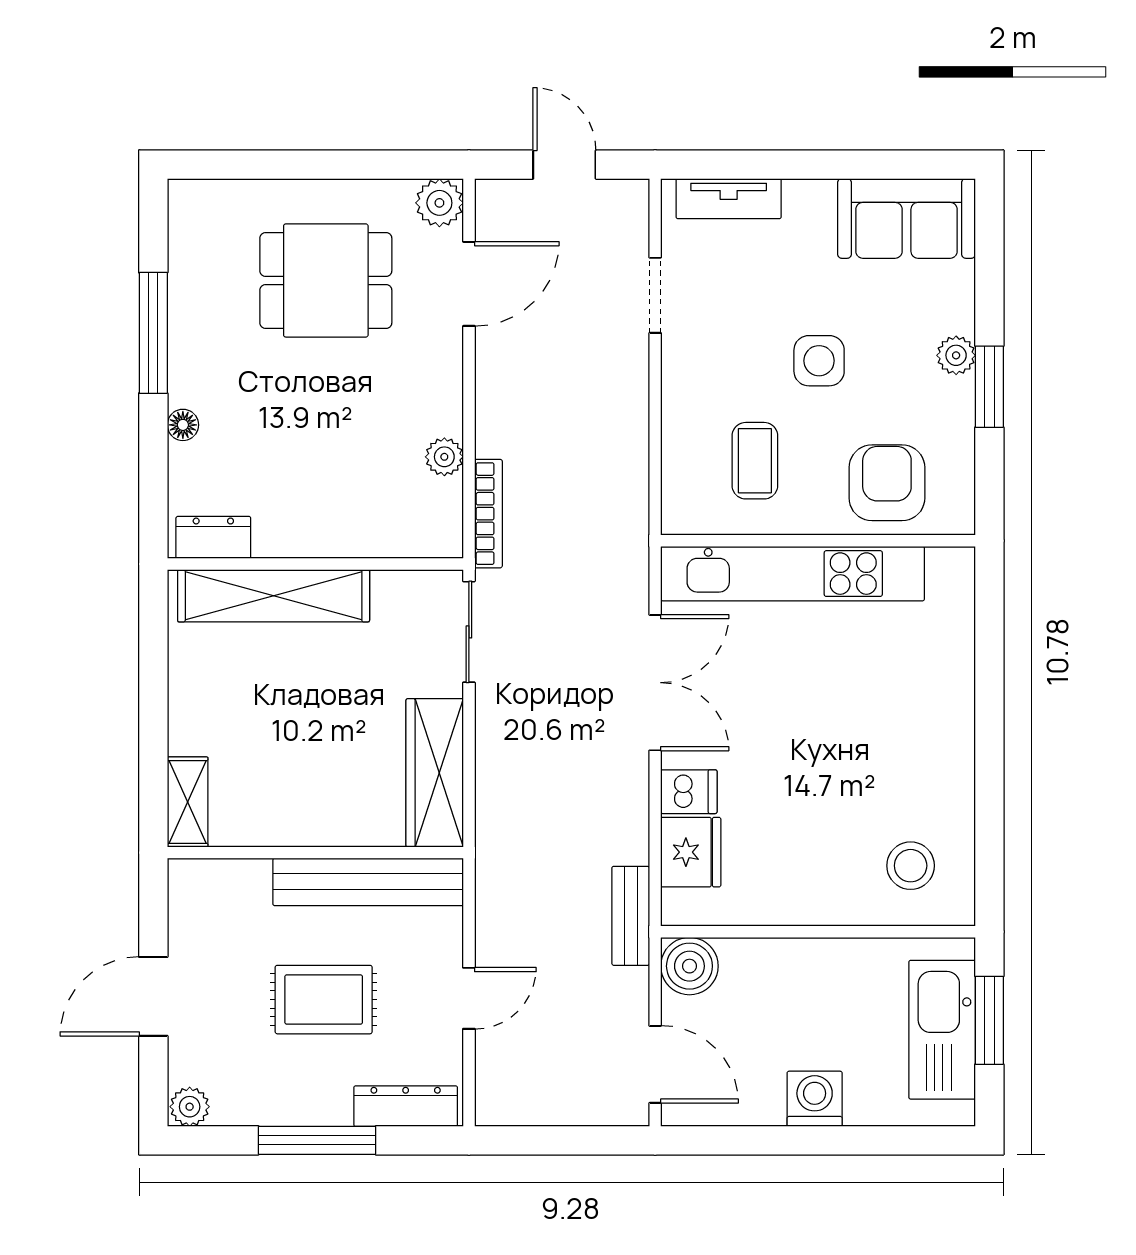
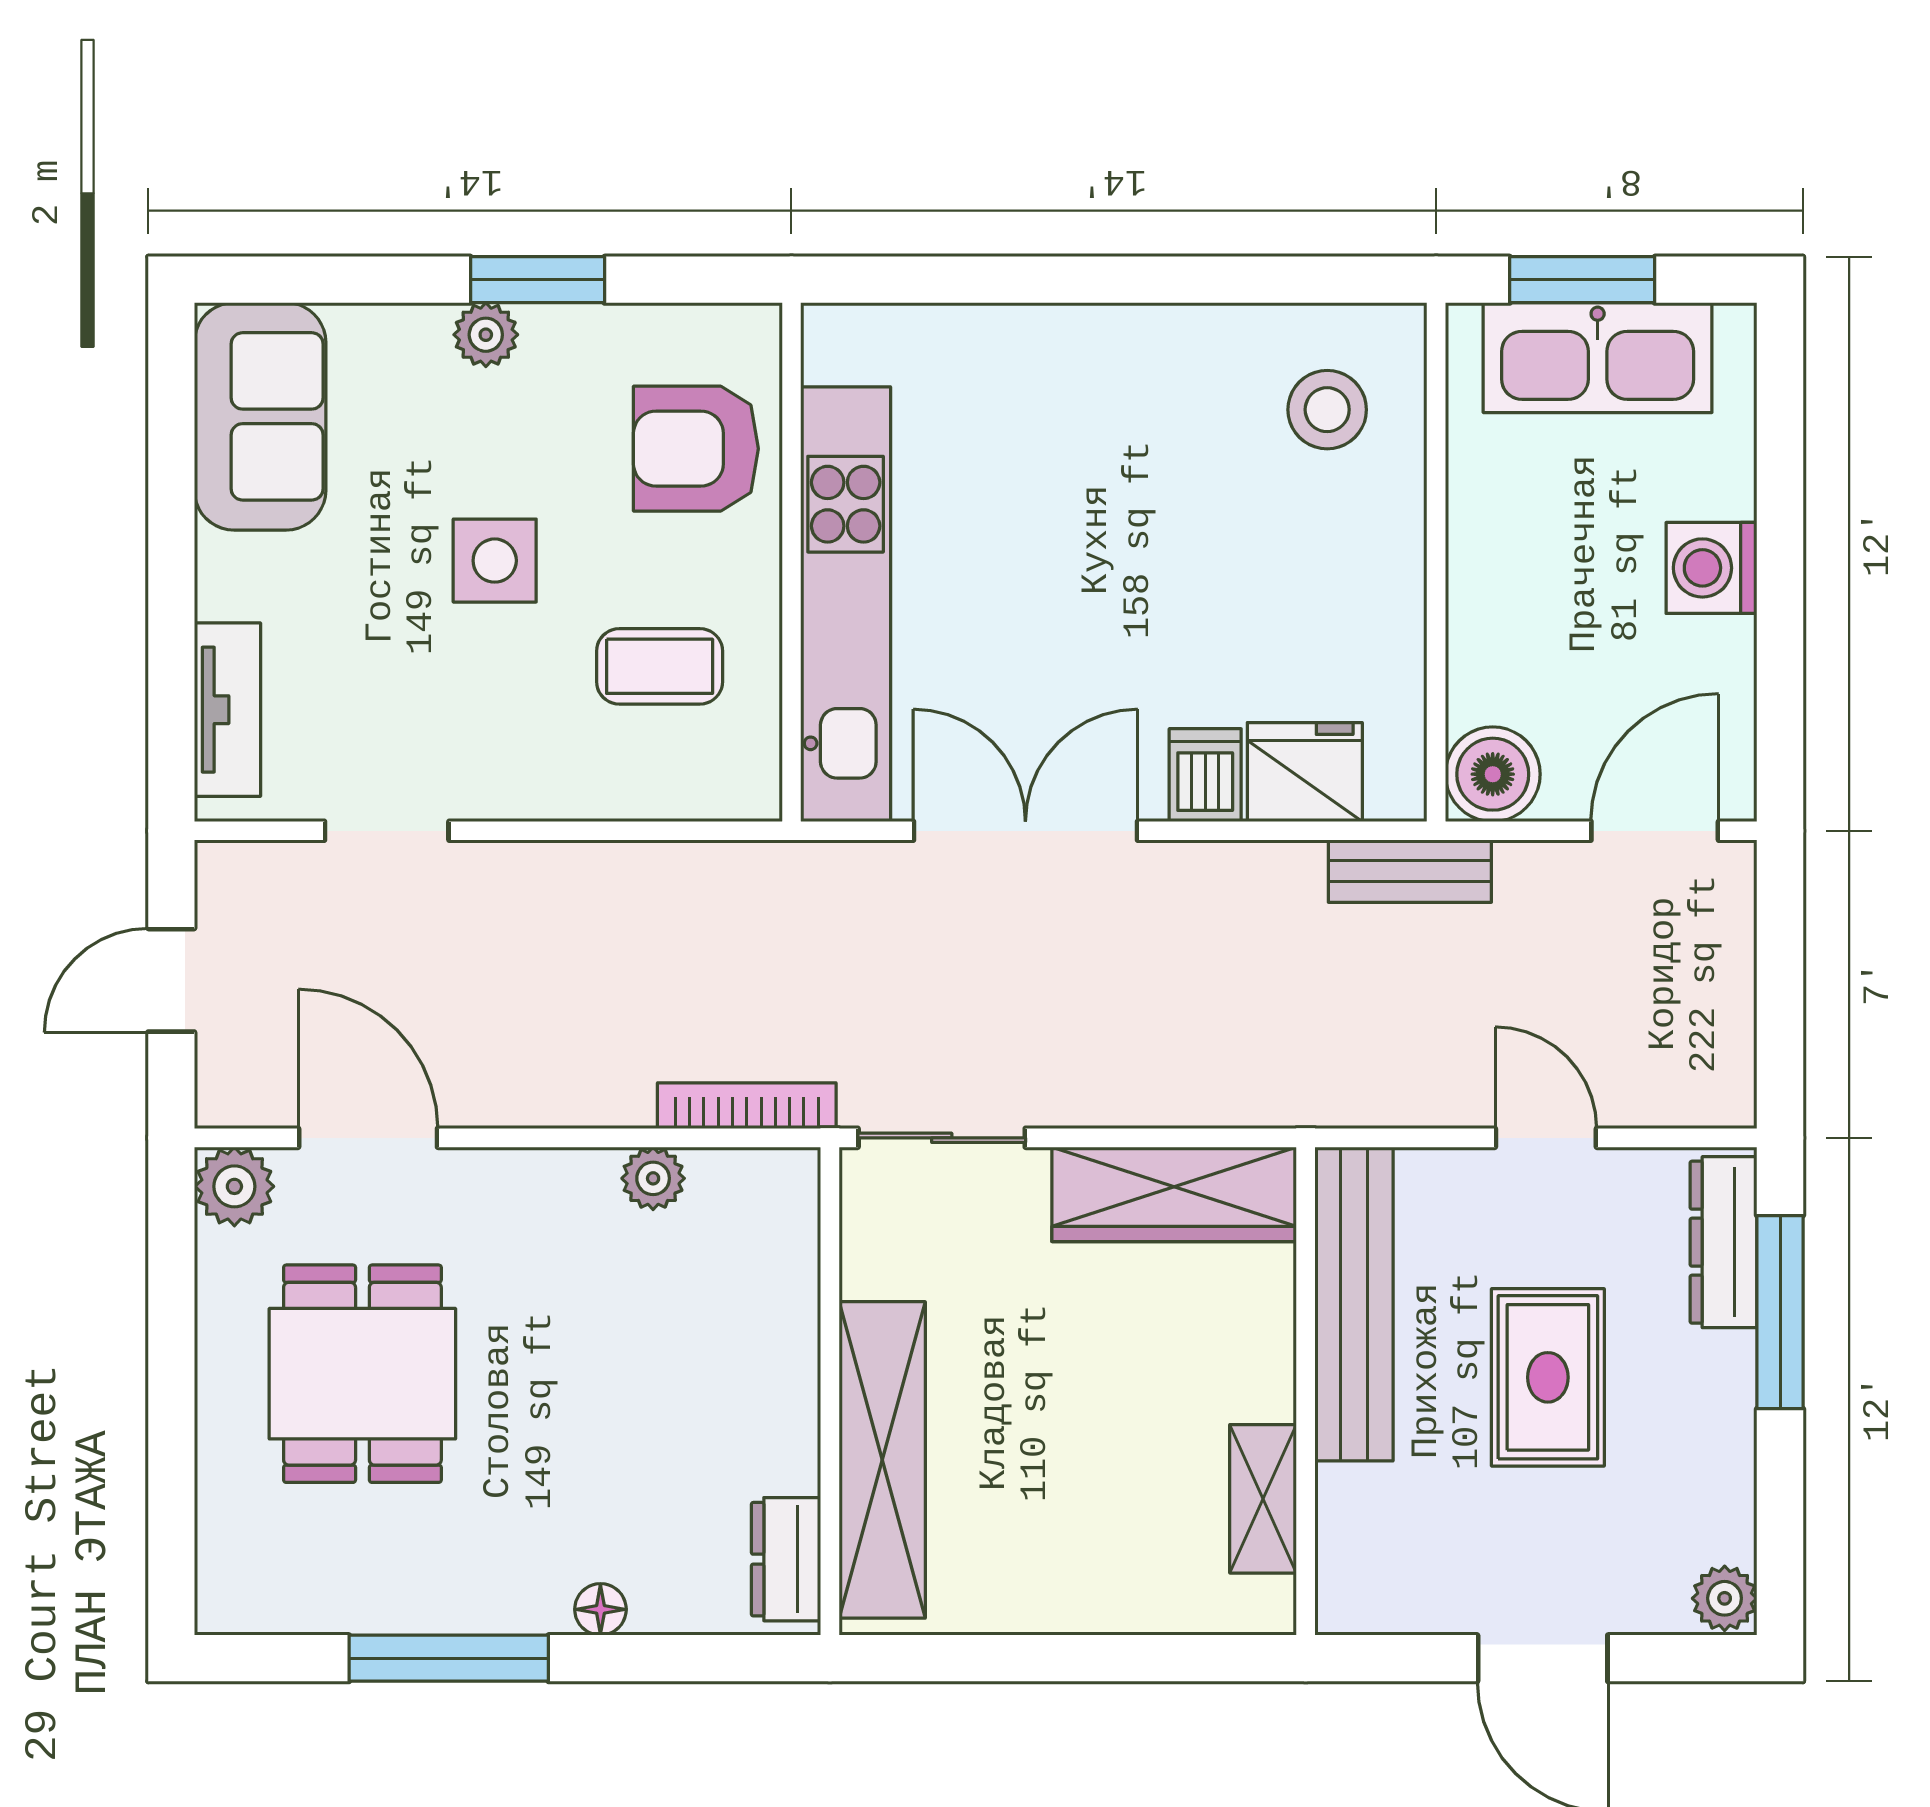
shelving: (188, 802) -> (1263, 1499), moved, turned 90
window: (317, 1140) -> (1780, 1312), moved

